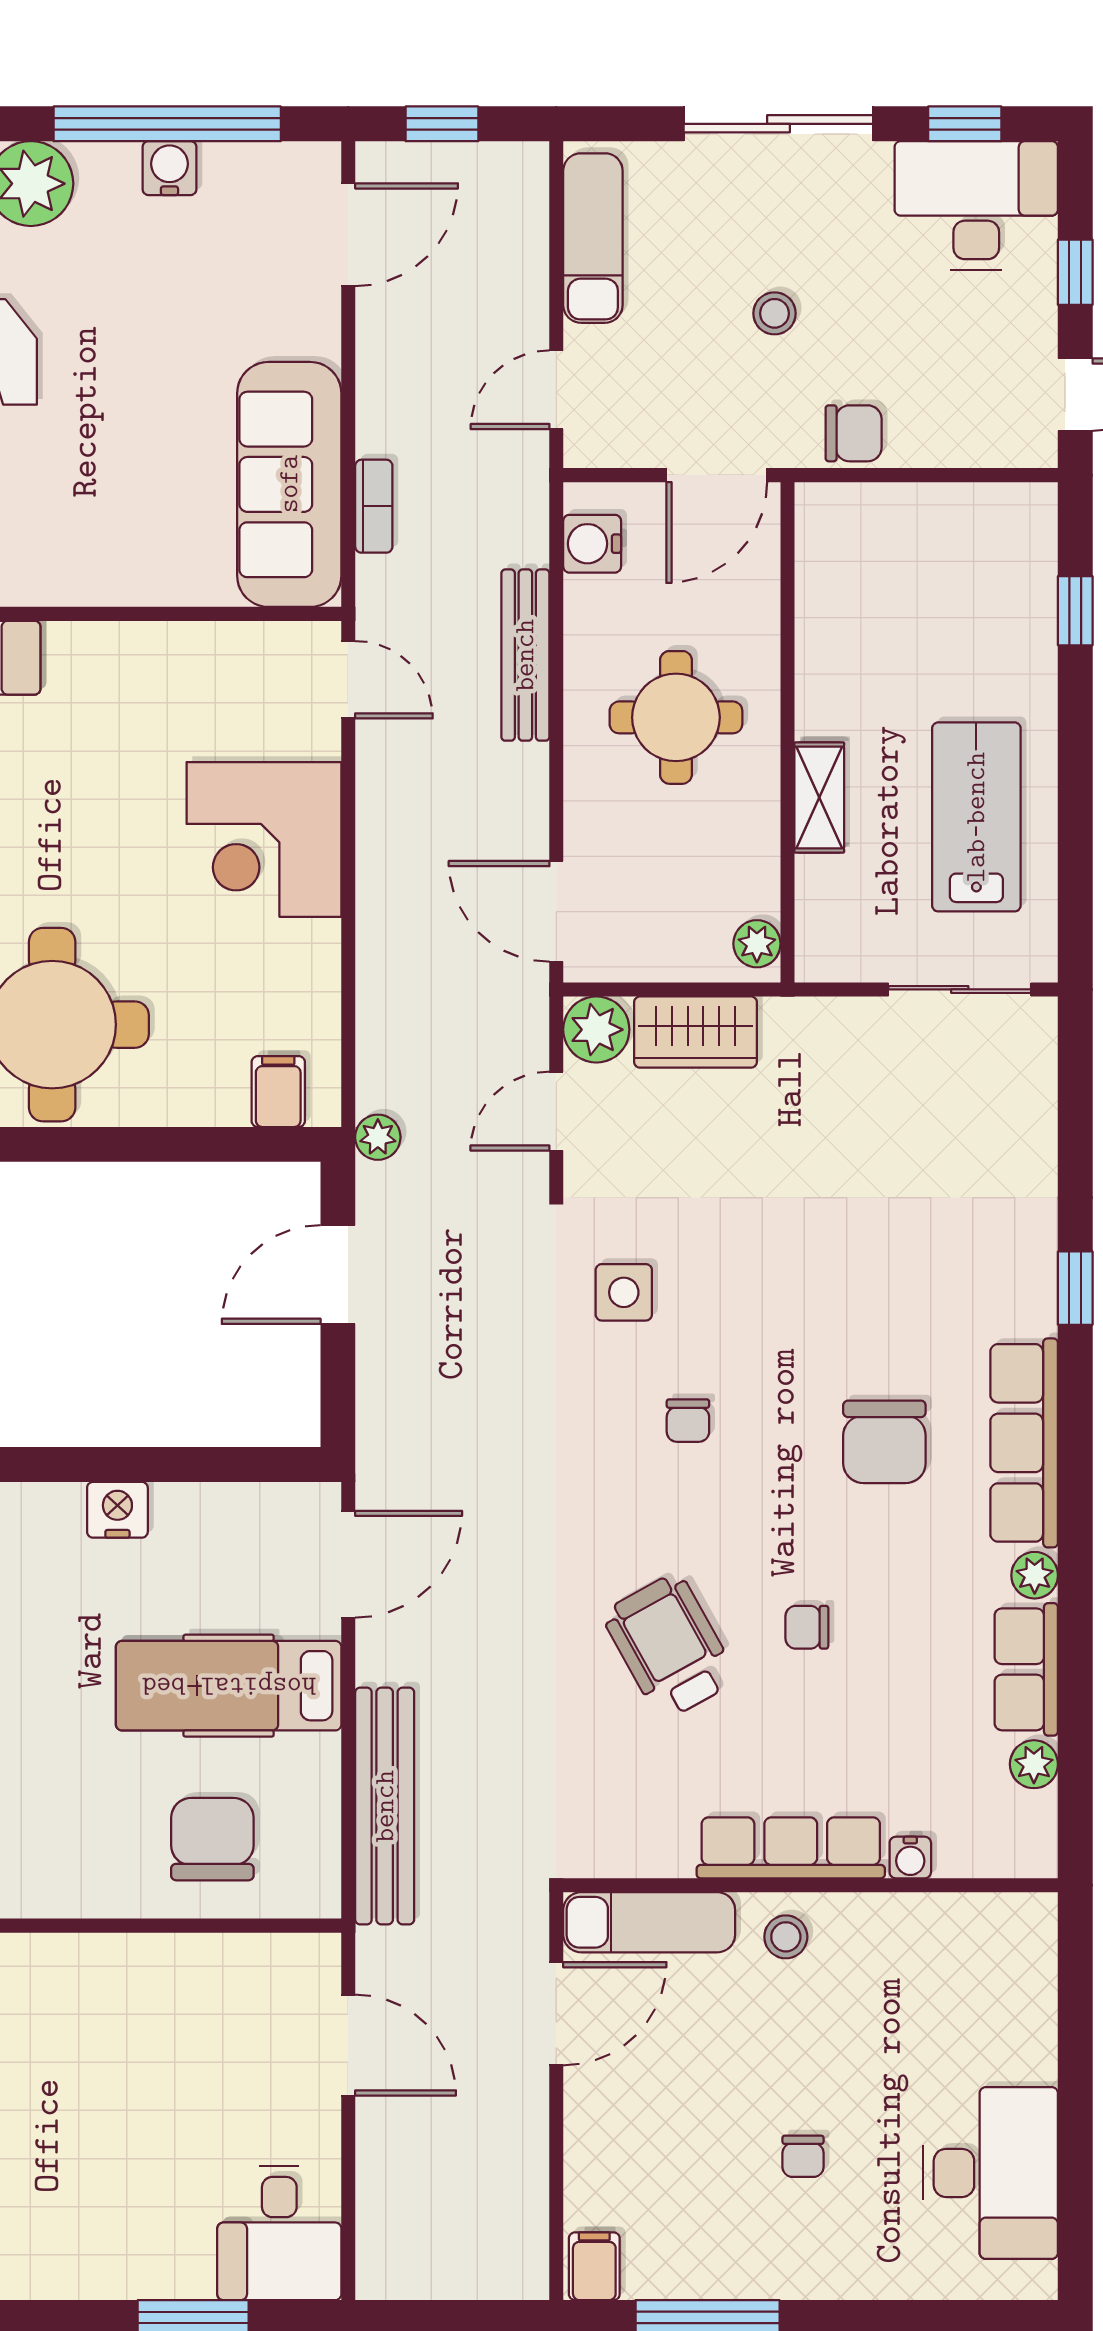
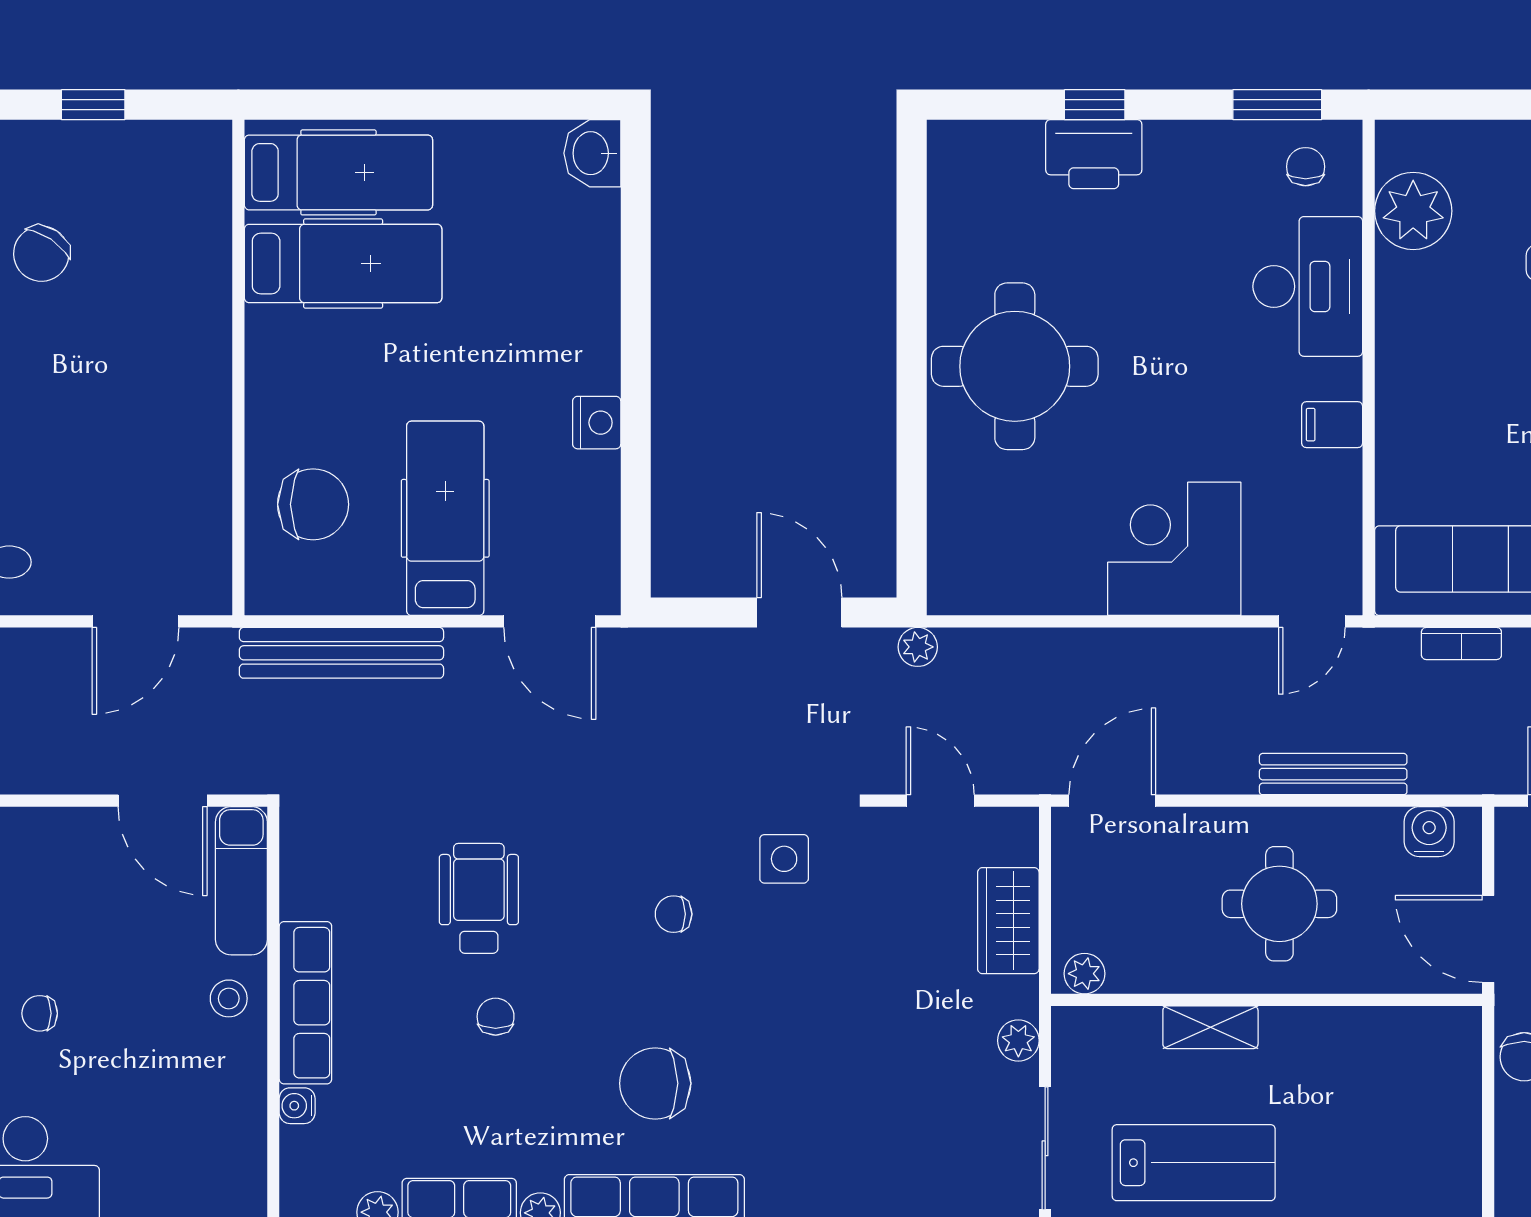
plant: (596, 1030) -> (1018, 1041), moved, width x0.73, depth x0.73
filing cabinet: (278, 1092) -> (1332, 425), moved, turned 180
wheelchair: (670, 1647) -> (479, 898), turned -61

